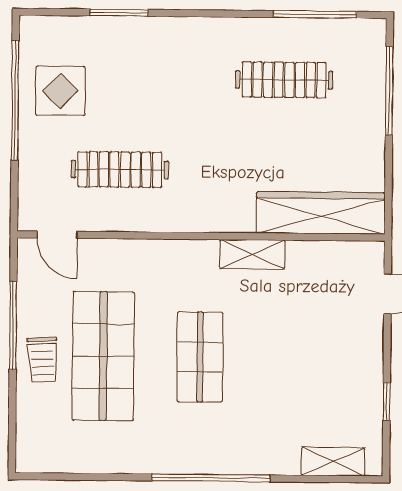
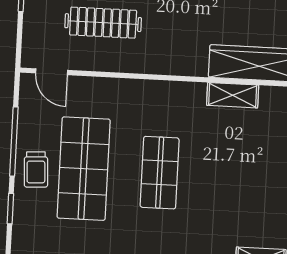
shelving: (252, 254) -> (233, 95), moved
window: (12, 411) -> (10, 209), added

